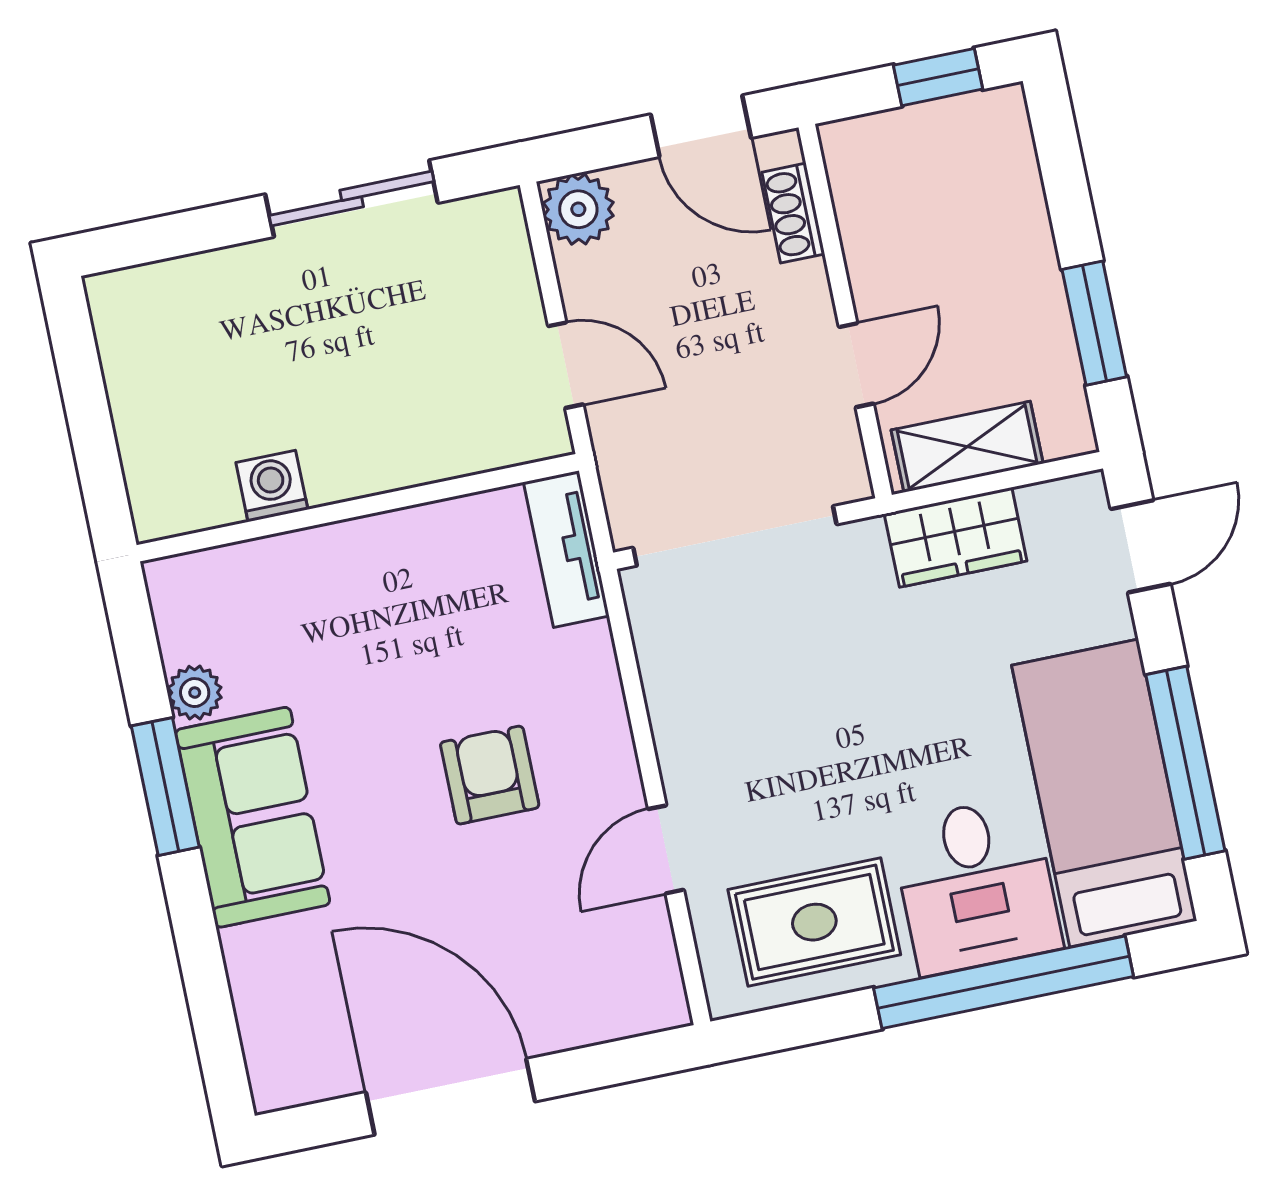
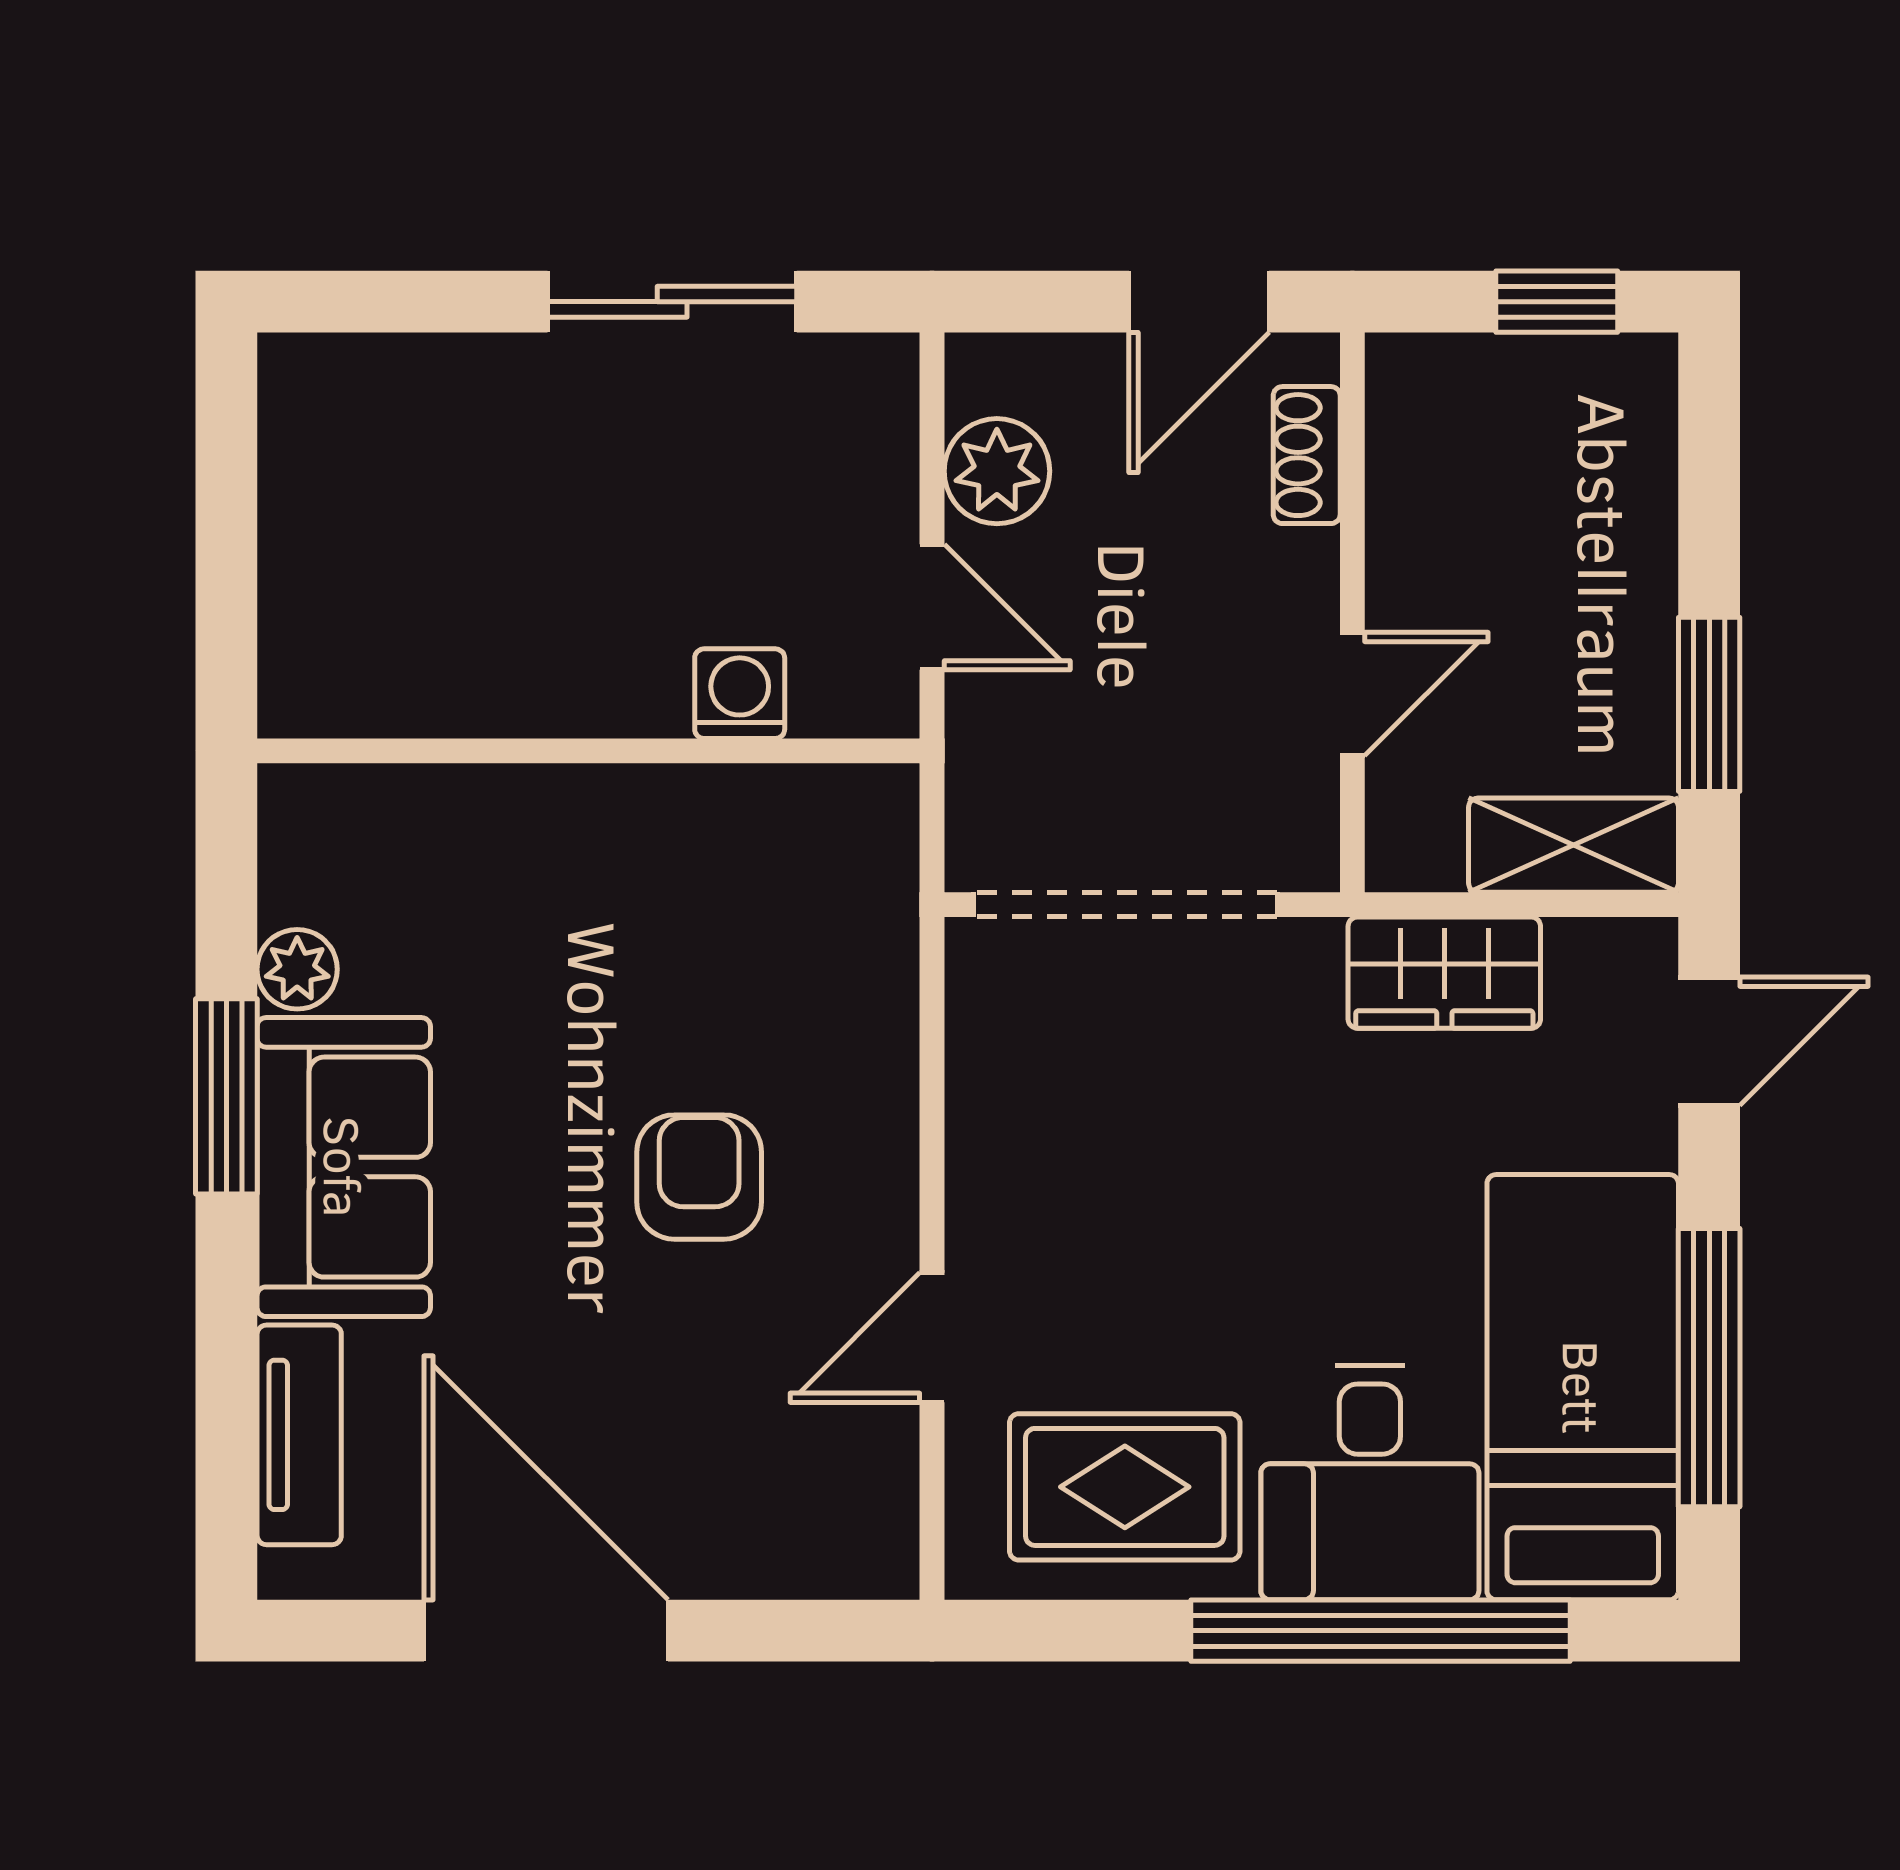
door: (701, 126) -> (1199, 302), hinge flipped
plant: (578, 209) -> (997, 471), moved
shelving: (967, 447) -> (1574, 845), moved
washing machine: (272, 486) -> (740, 694), moved
tv unit: (566, 549) -> (299, 1435), moved, turned 180

